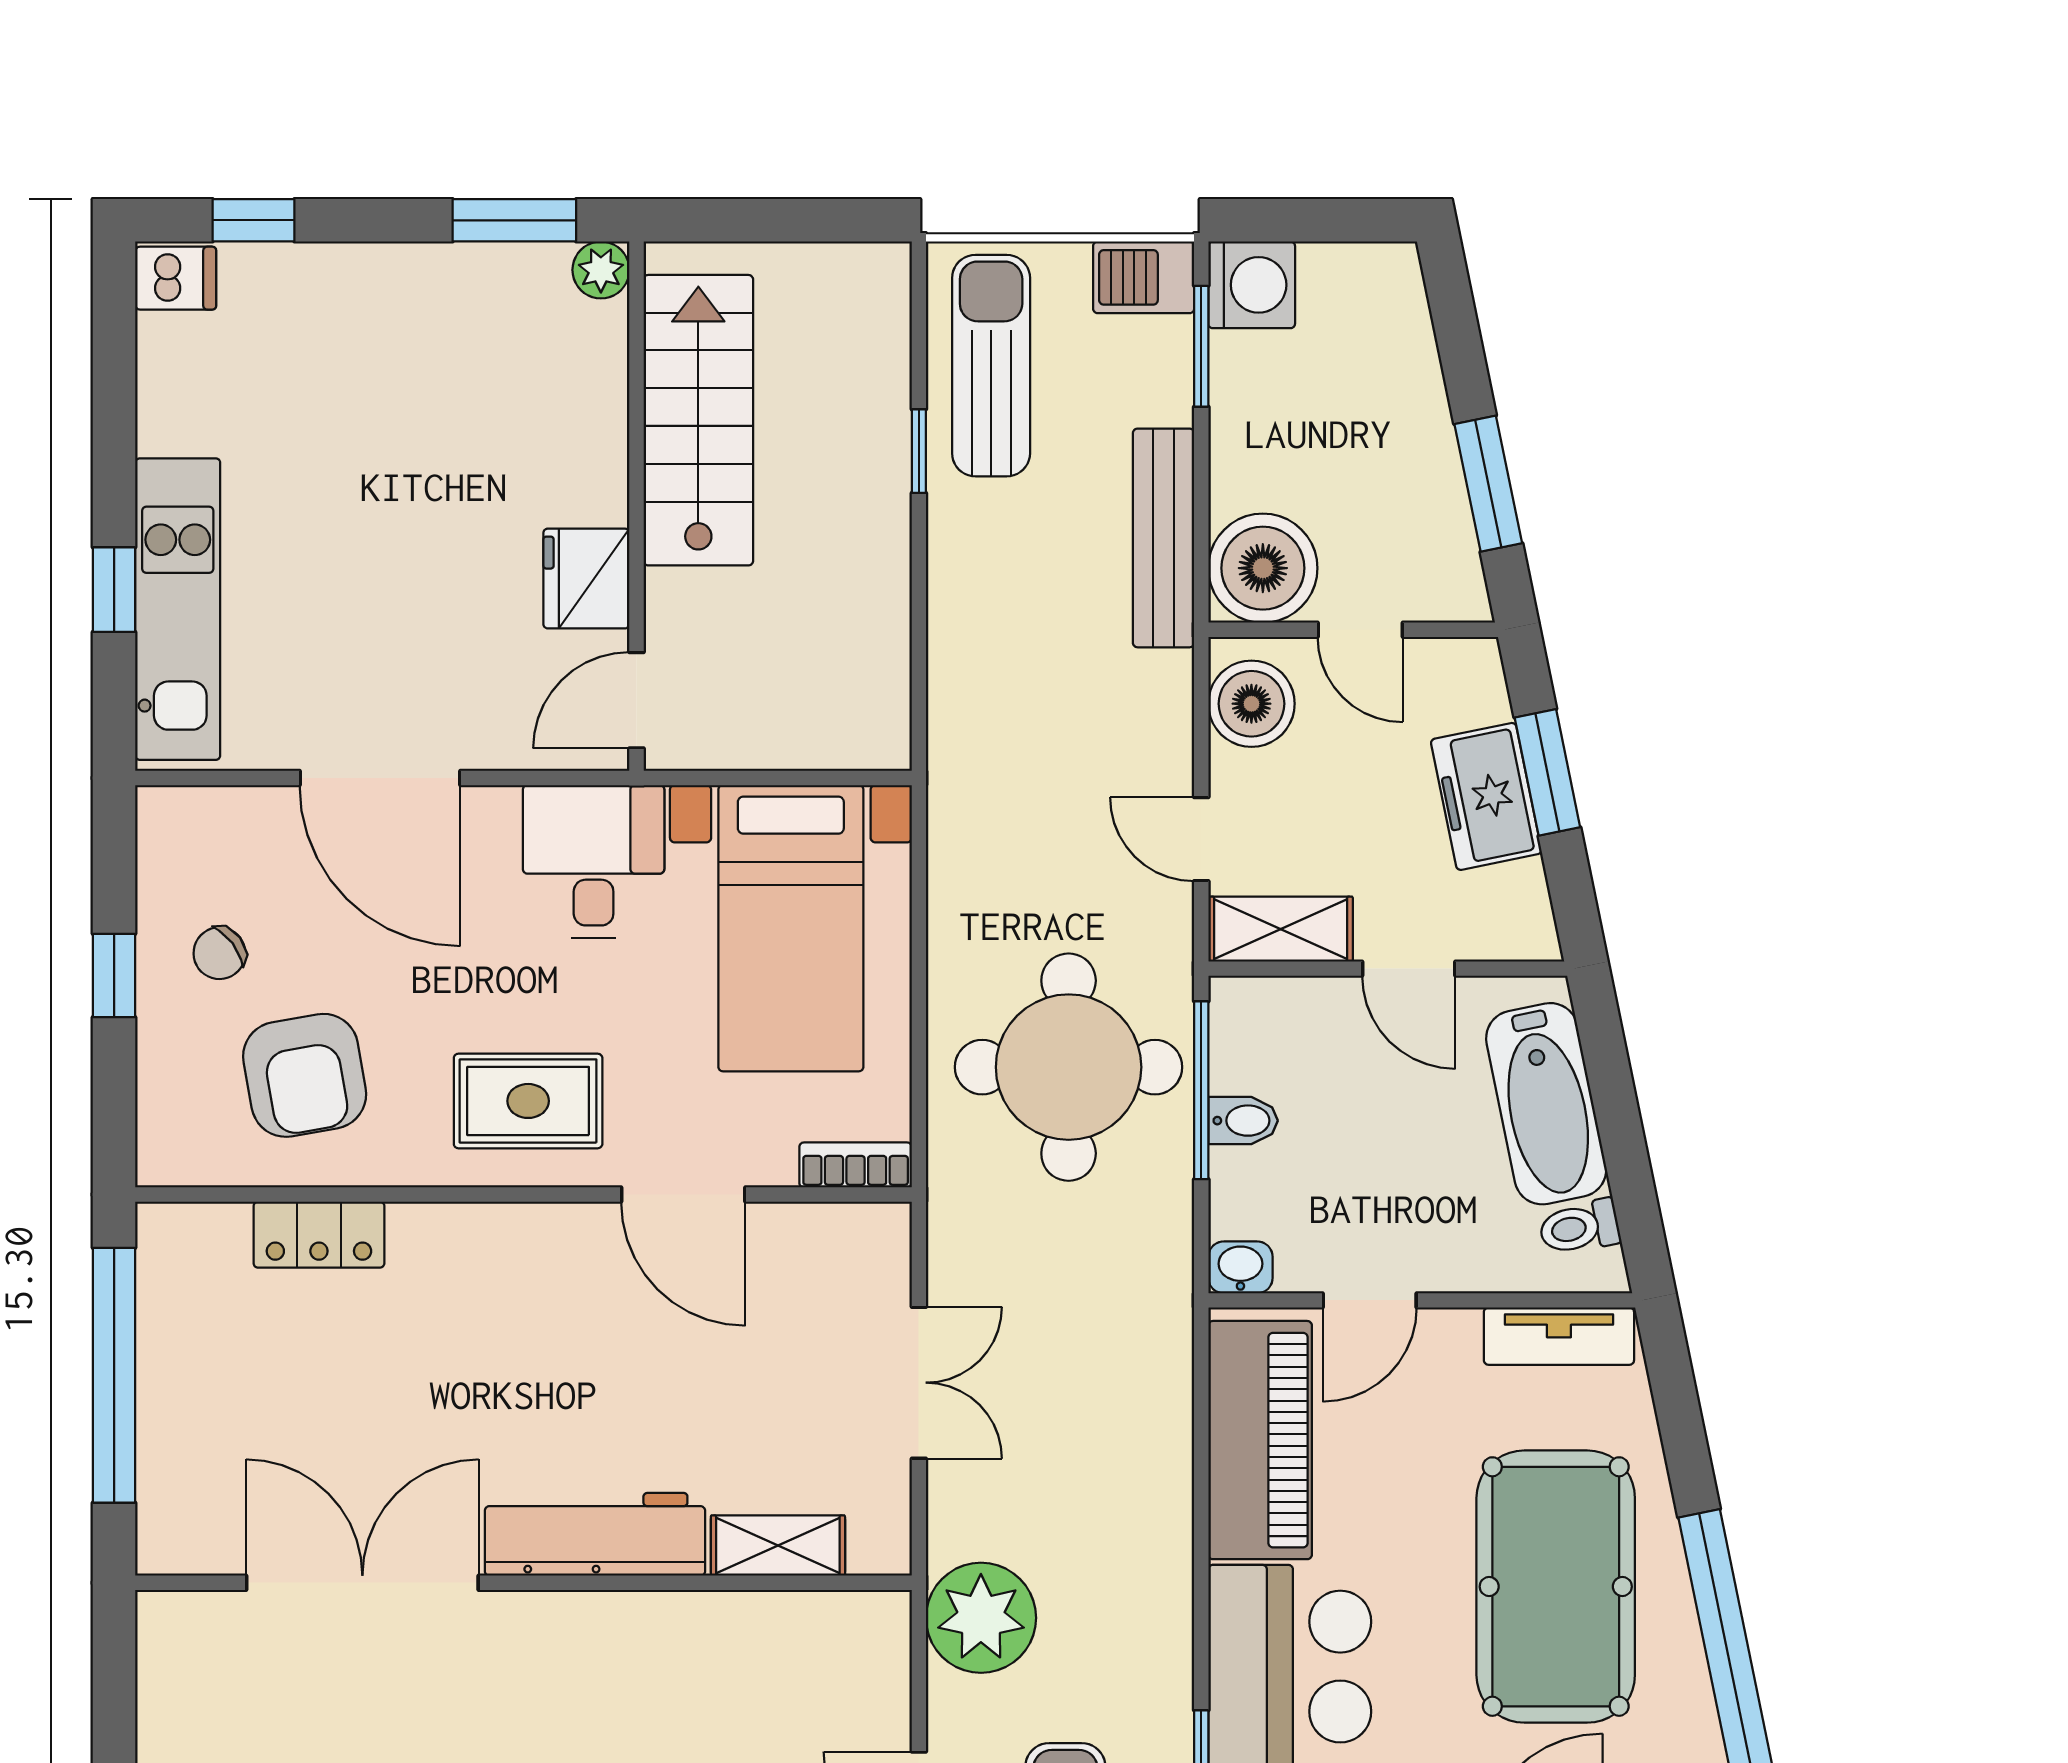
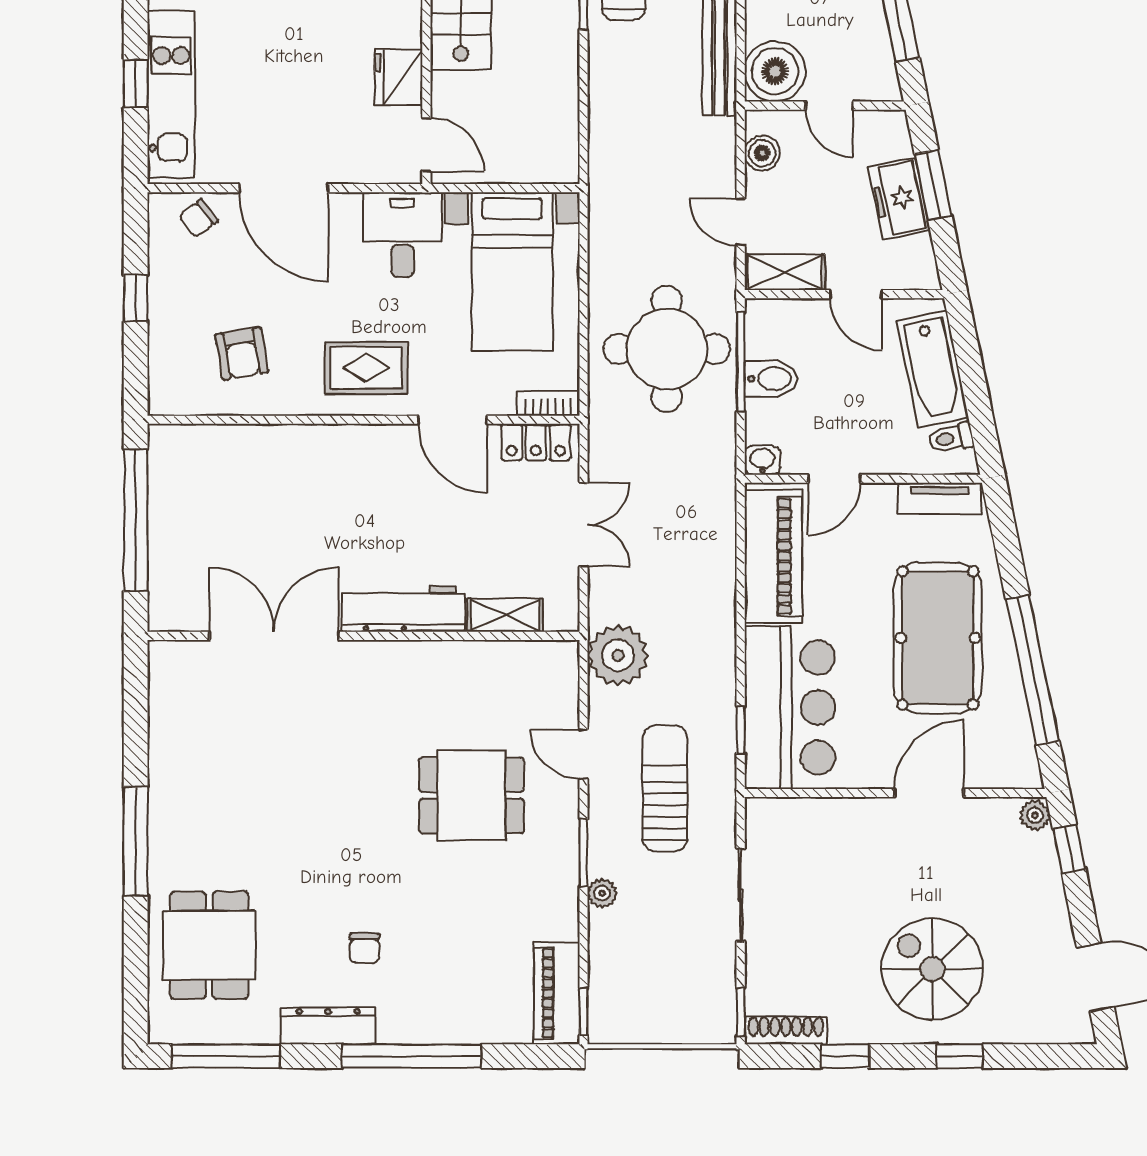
door: (636, 700) -> (426, 145), swing flipped
boiler: (1251, 704) -> (762, 153), width x0.73, depth x0.73
chair: (219, 953) -> (198, 218), moved
armchair: (305, 1075) -> (242, 353), width x0.72, depth x0.72
bidet: (1243, 1121) -> (771, 379), width x1.38, depth x1.36
locker: (319, 1235) -> (536, 442), moved

